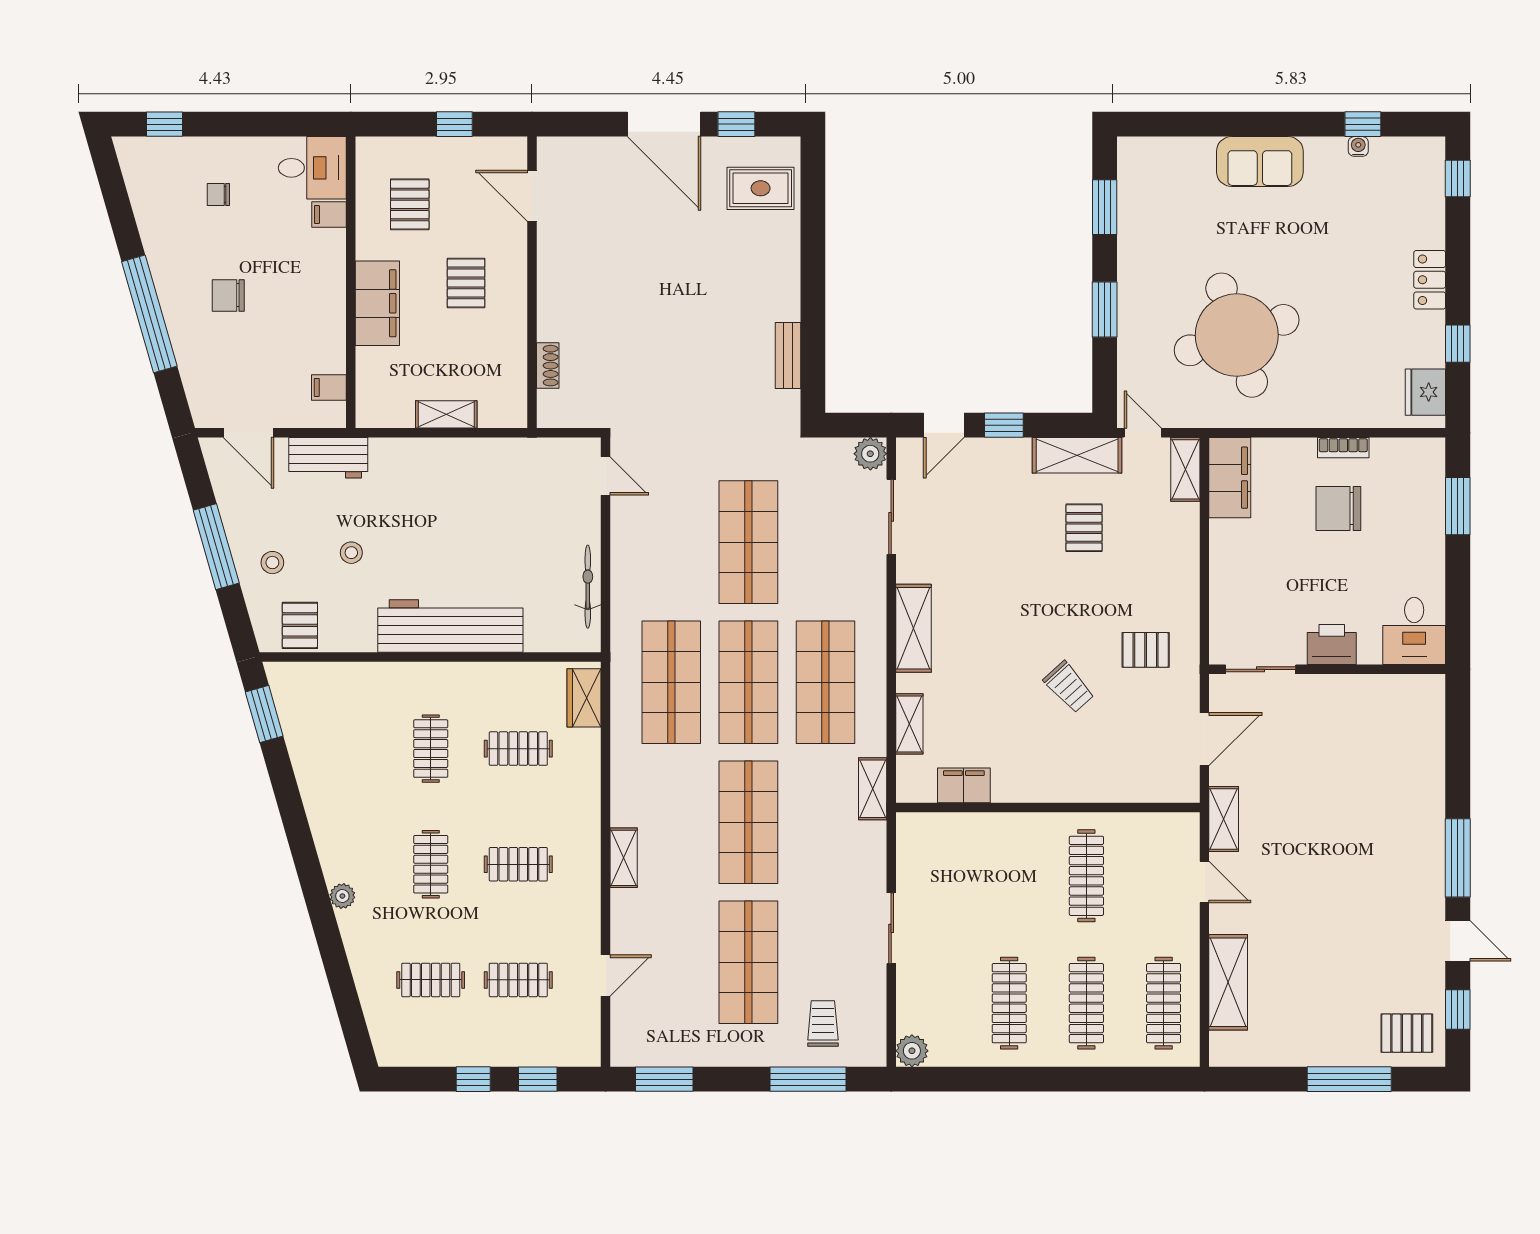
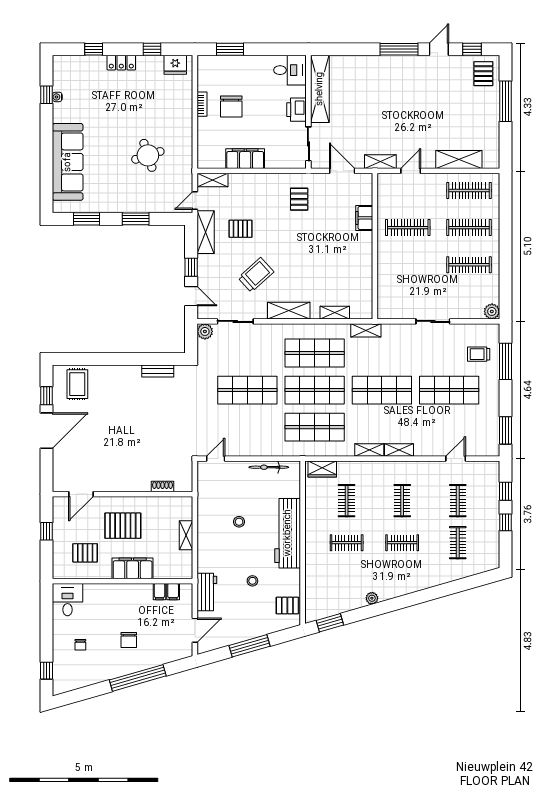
sofa: (1260, 162) -> (68, 162), width x1.85, depth x1.27
window: (1458, 179) -> (94, 49), moved
filing cabinet: (329, 215) -> (159, 592), moved
pallet: (466, 283) -> (123, 526), width x1.50, depth x1.42
round table: (1237, 335) -> (148, 155), width x0.54, depth x0.54
filing cabinet: (1230, 478) -> (245, 159), moved
stool: (272, 563) -> (239, 522), moved
trolley: (1069, 687) -> (256, 275), moved, width x1.36, depth x1.39
shelving: (1375, 693) -> (320, 89), added
filing cabinet: (964, 785) -> (364, 218), moved
shelving: (624, 796) -> (369, 450), added
plant: (342, 896) -> (372, 598), moved
door: (606, 976) -> (456, 459), hinge flipped

